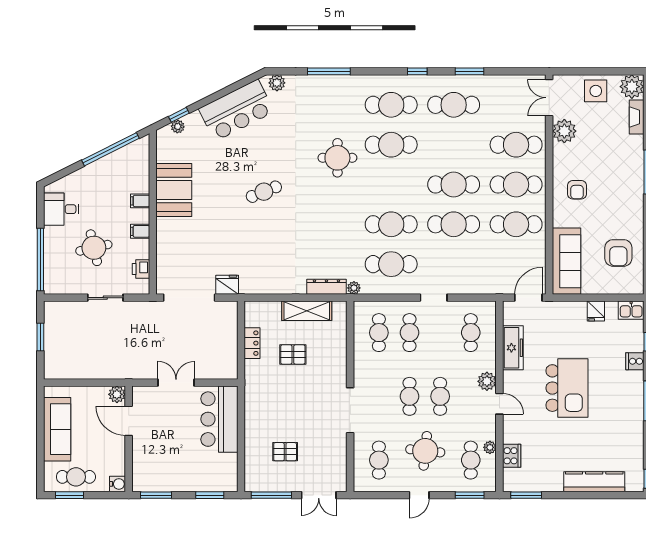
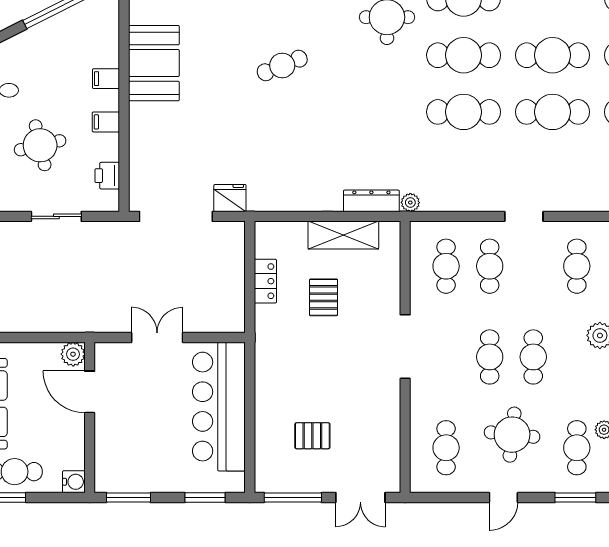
cafe table: (391, 264) -> (464, 55), moved
pallet: (293, 354) -> (323, 297), turned 90
doorway: (350, 410) -> (405, 347), moved
bar counter: (219, 419) -> (219, 407), width x1.36

